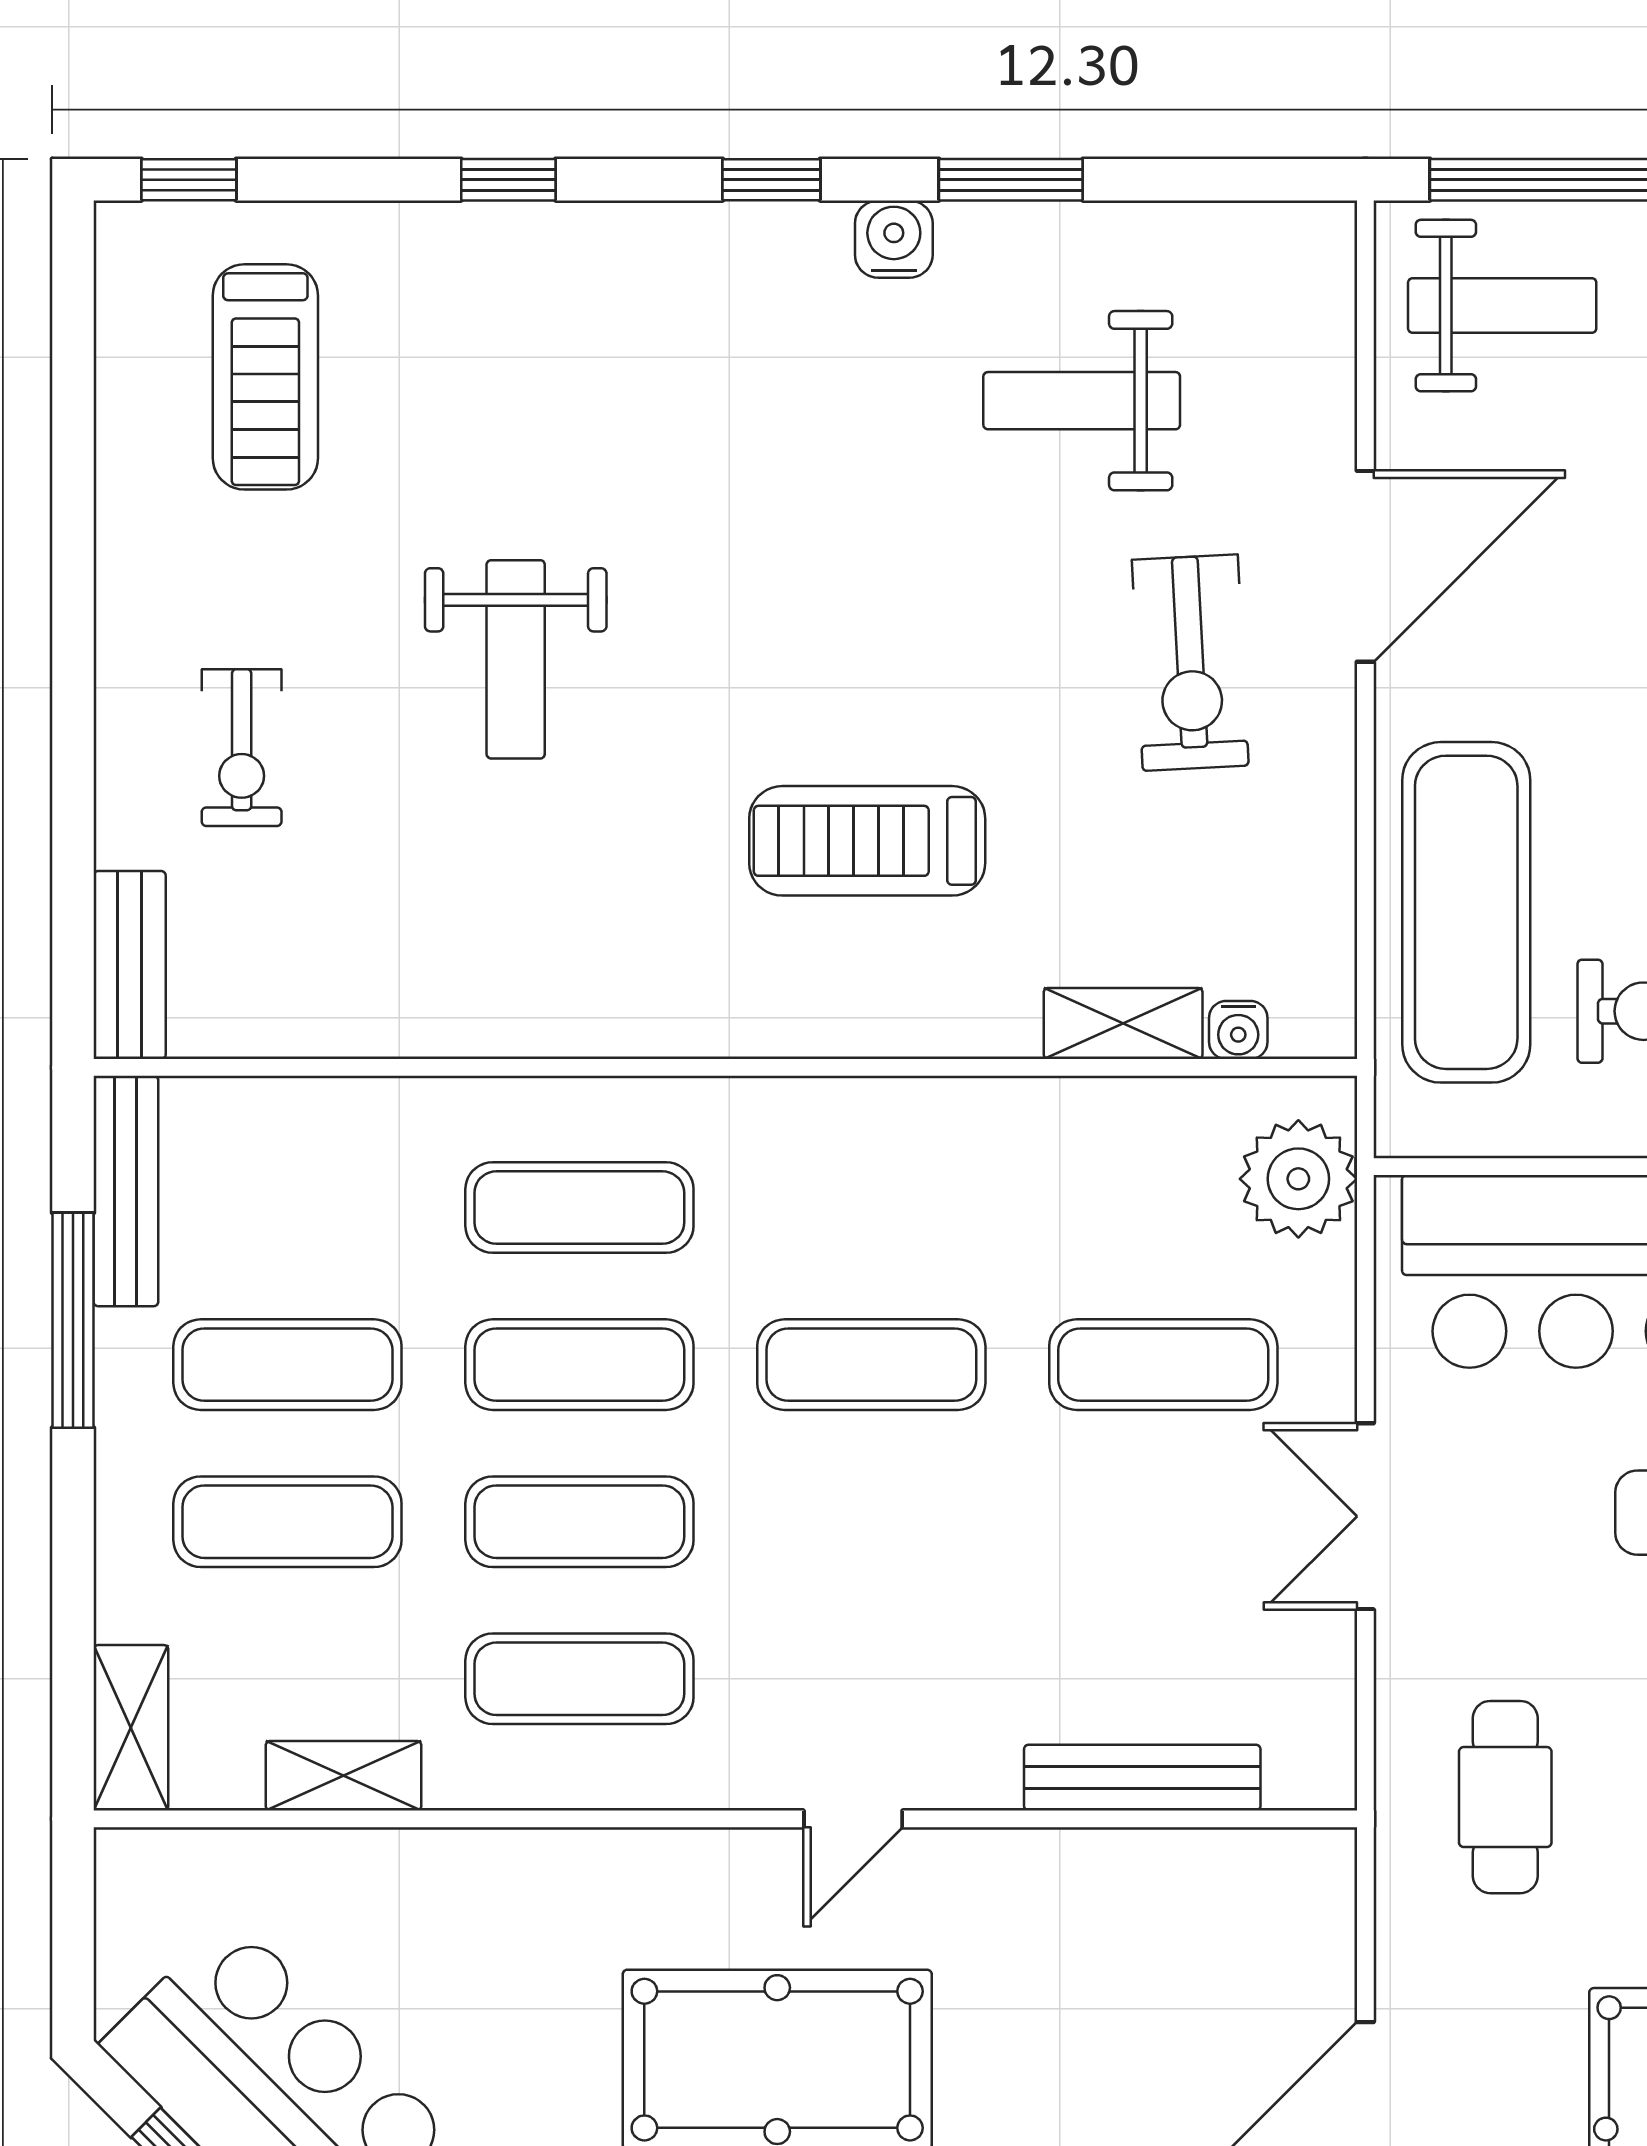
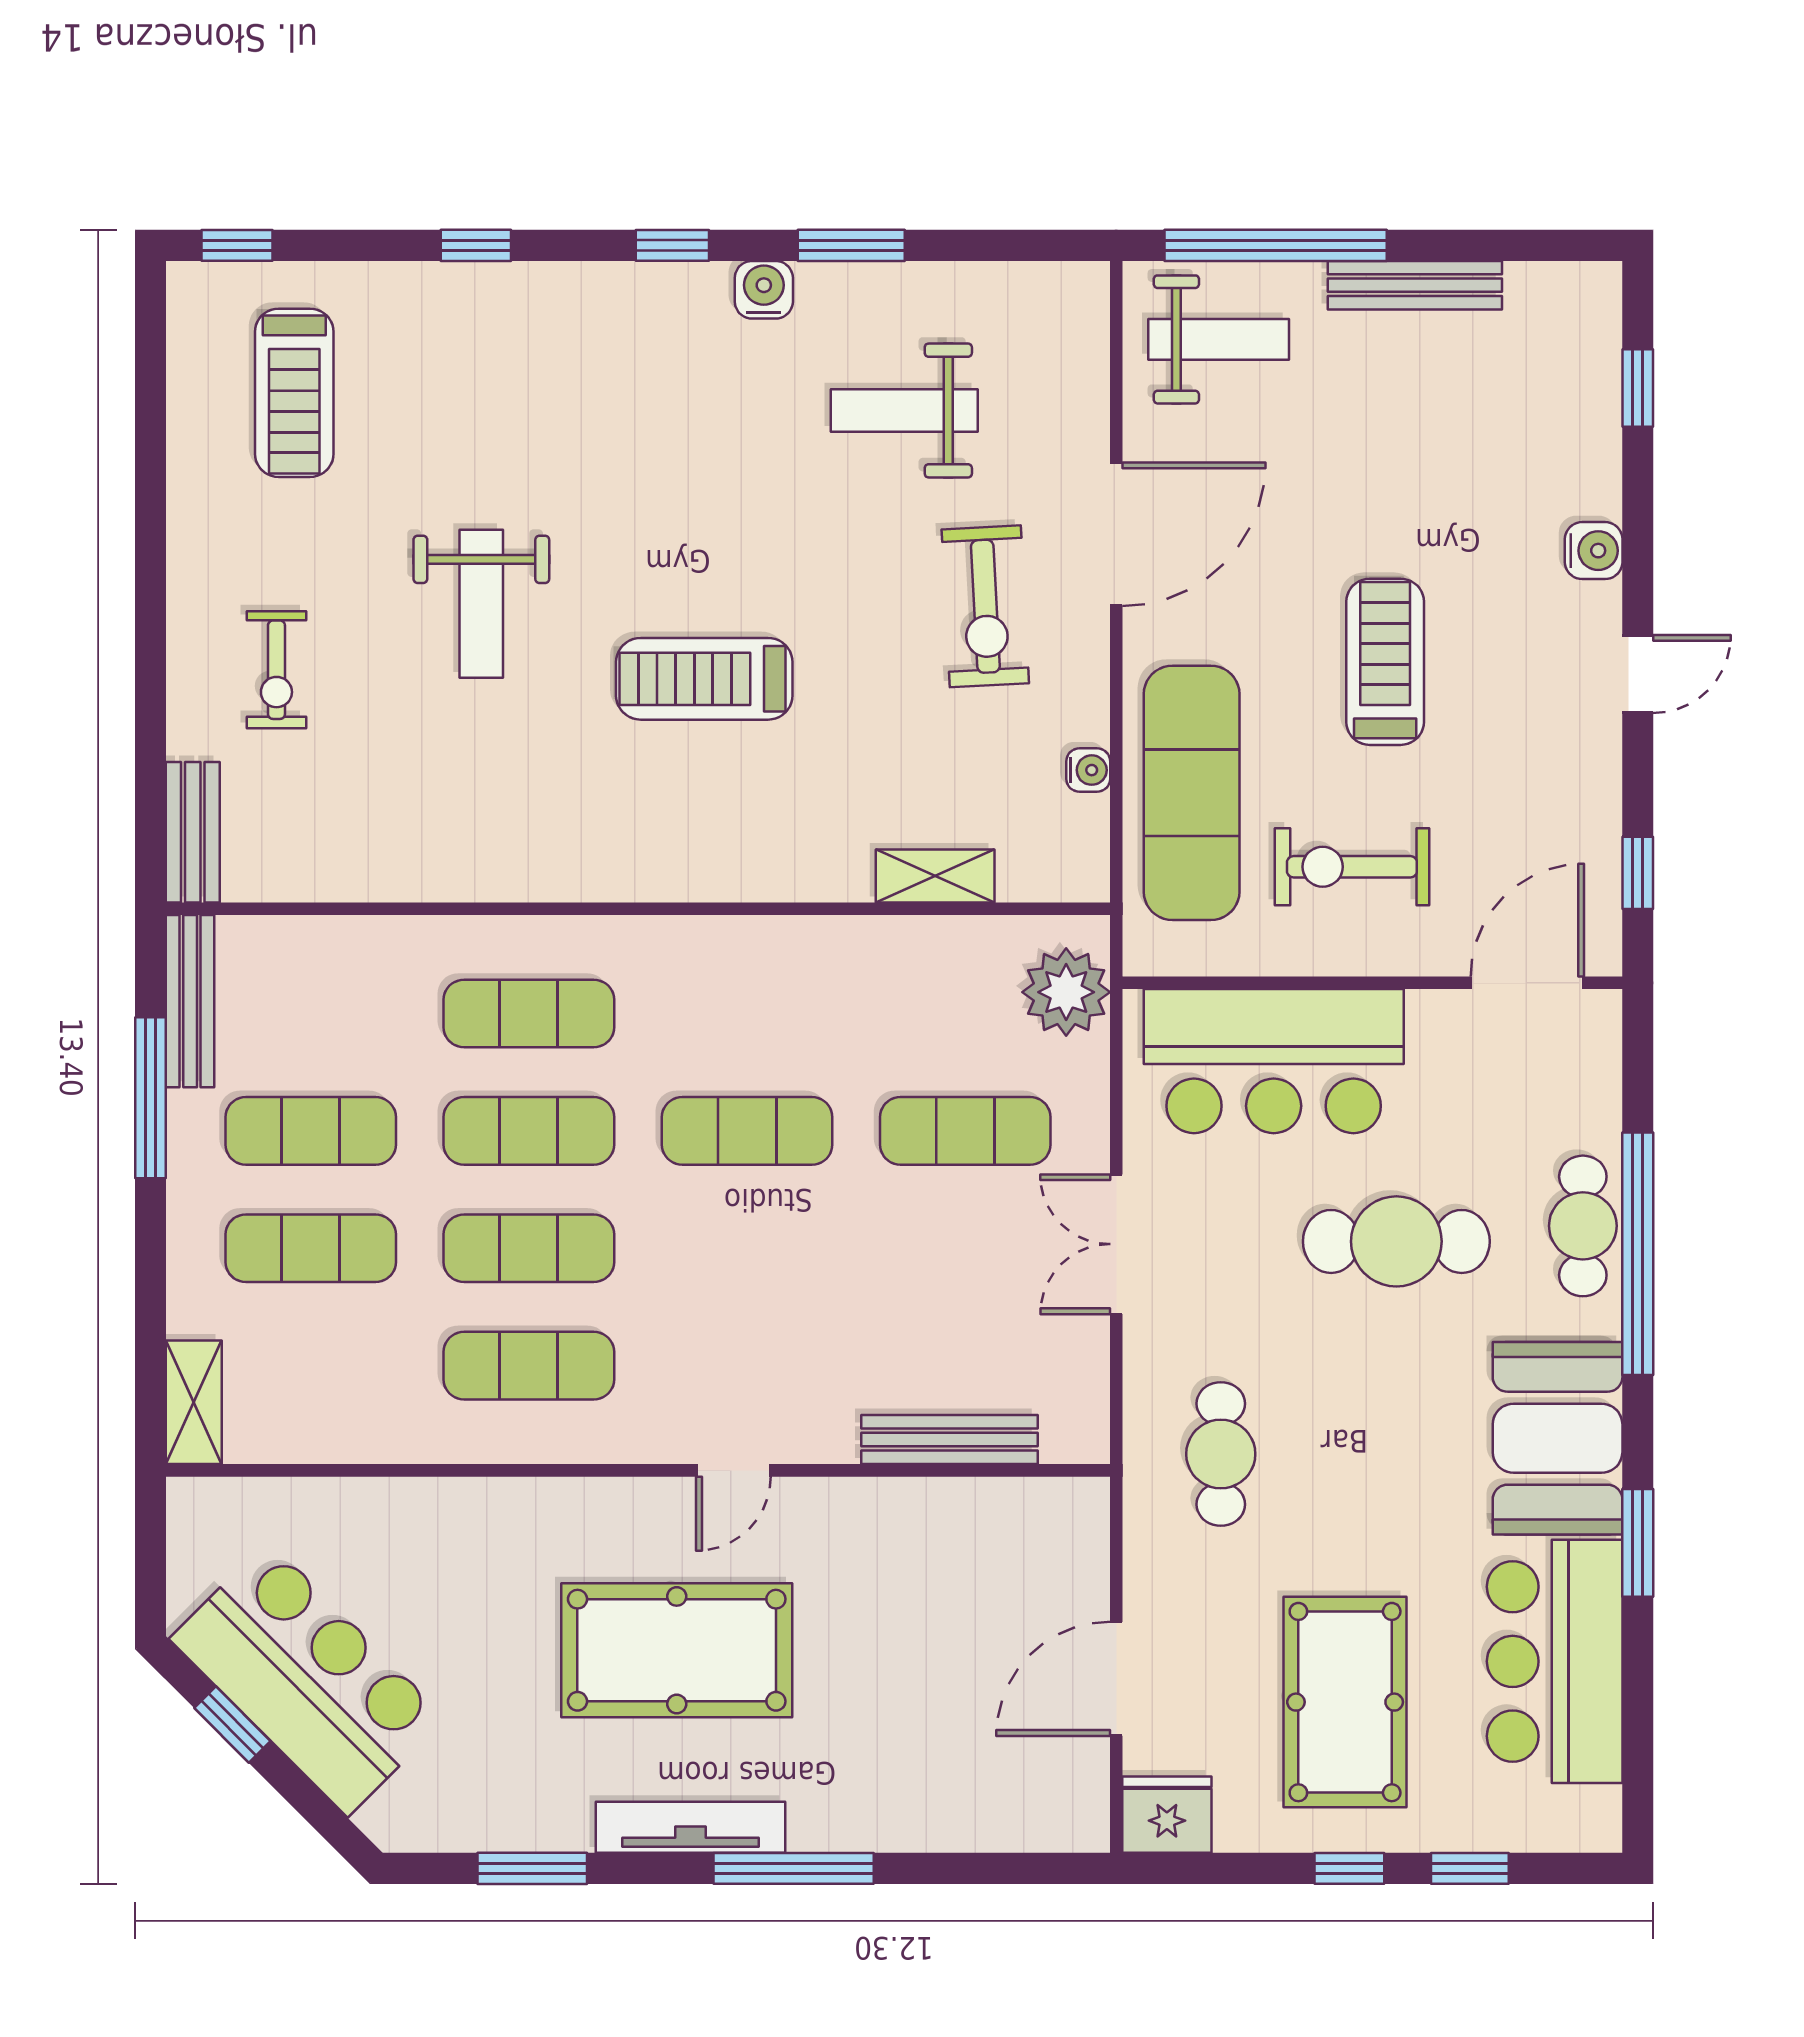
treadmill: (867, 841) -> (704, 679), moved
water cooler: (1238, 1030) -> (1088, 770), moved, turned -90
shelving: (344, 1776) -> (353, 1438), removed

